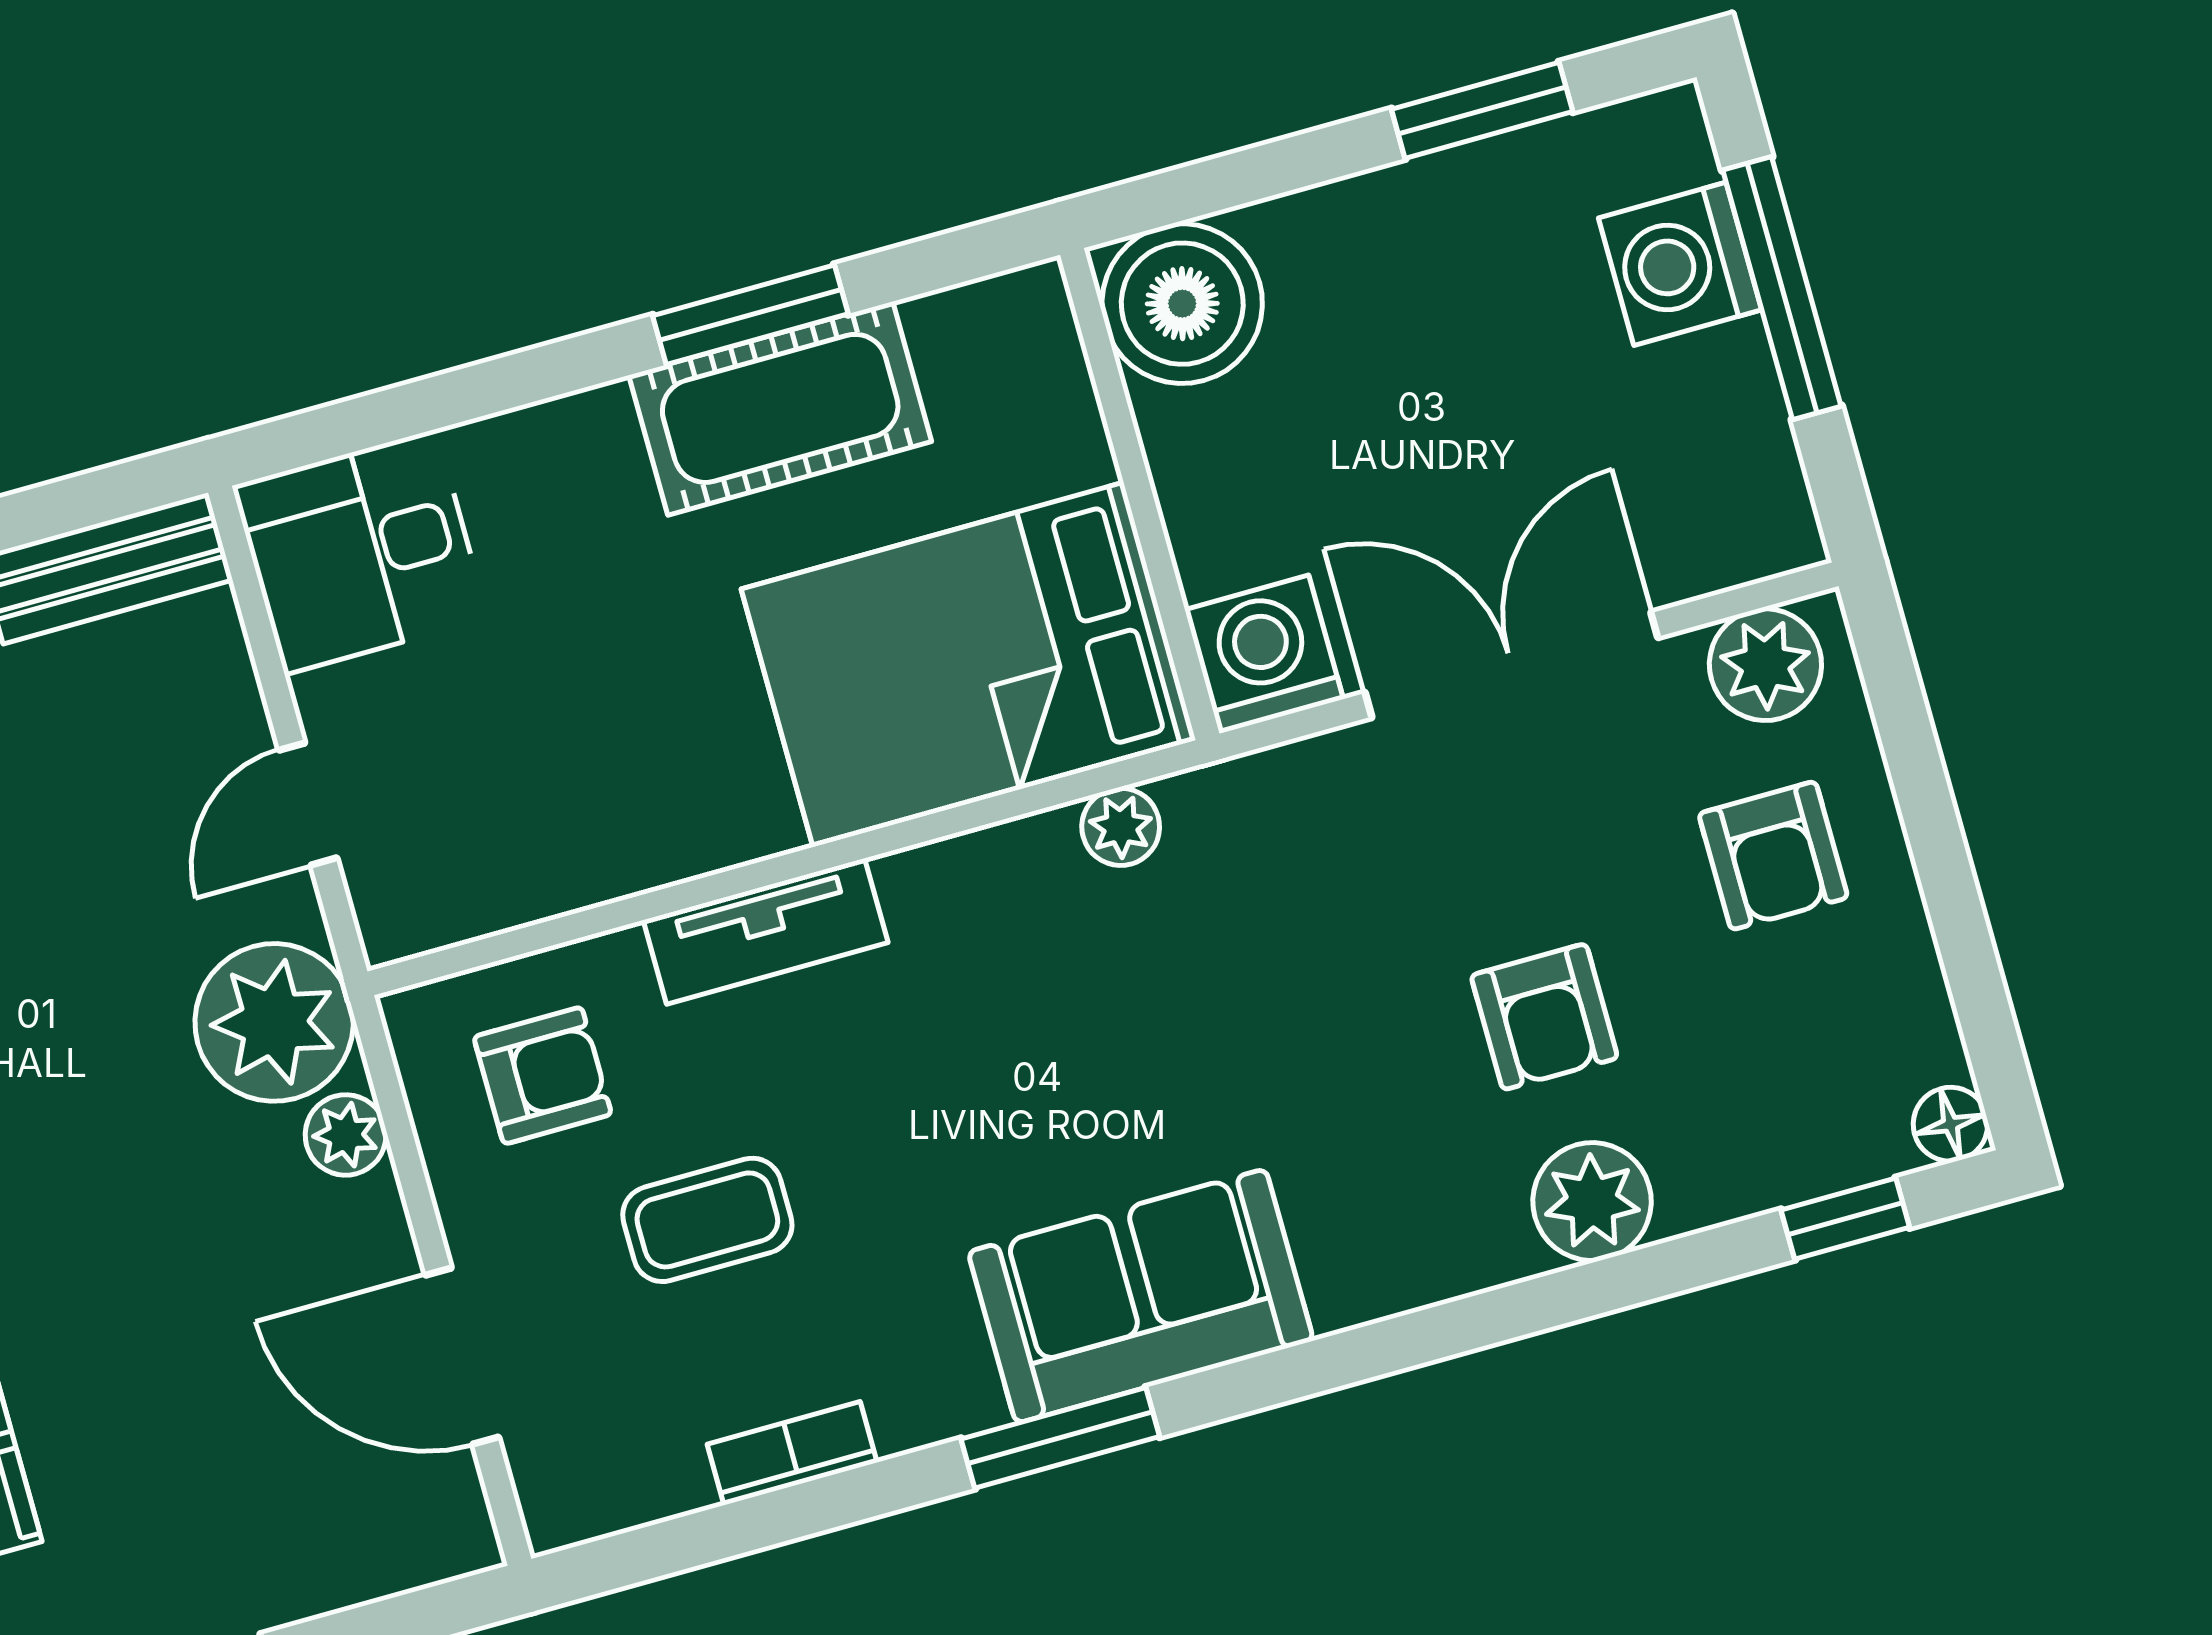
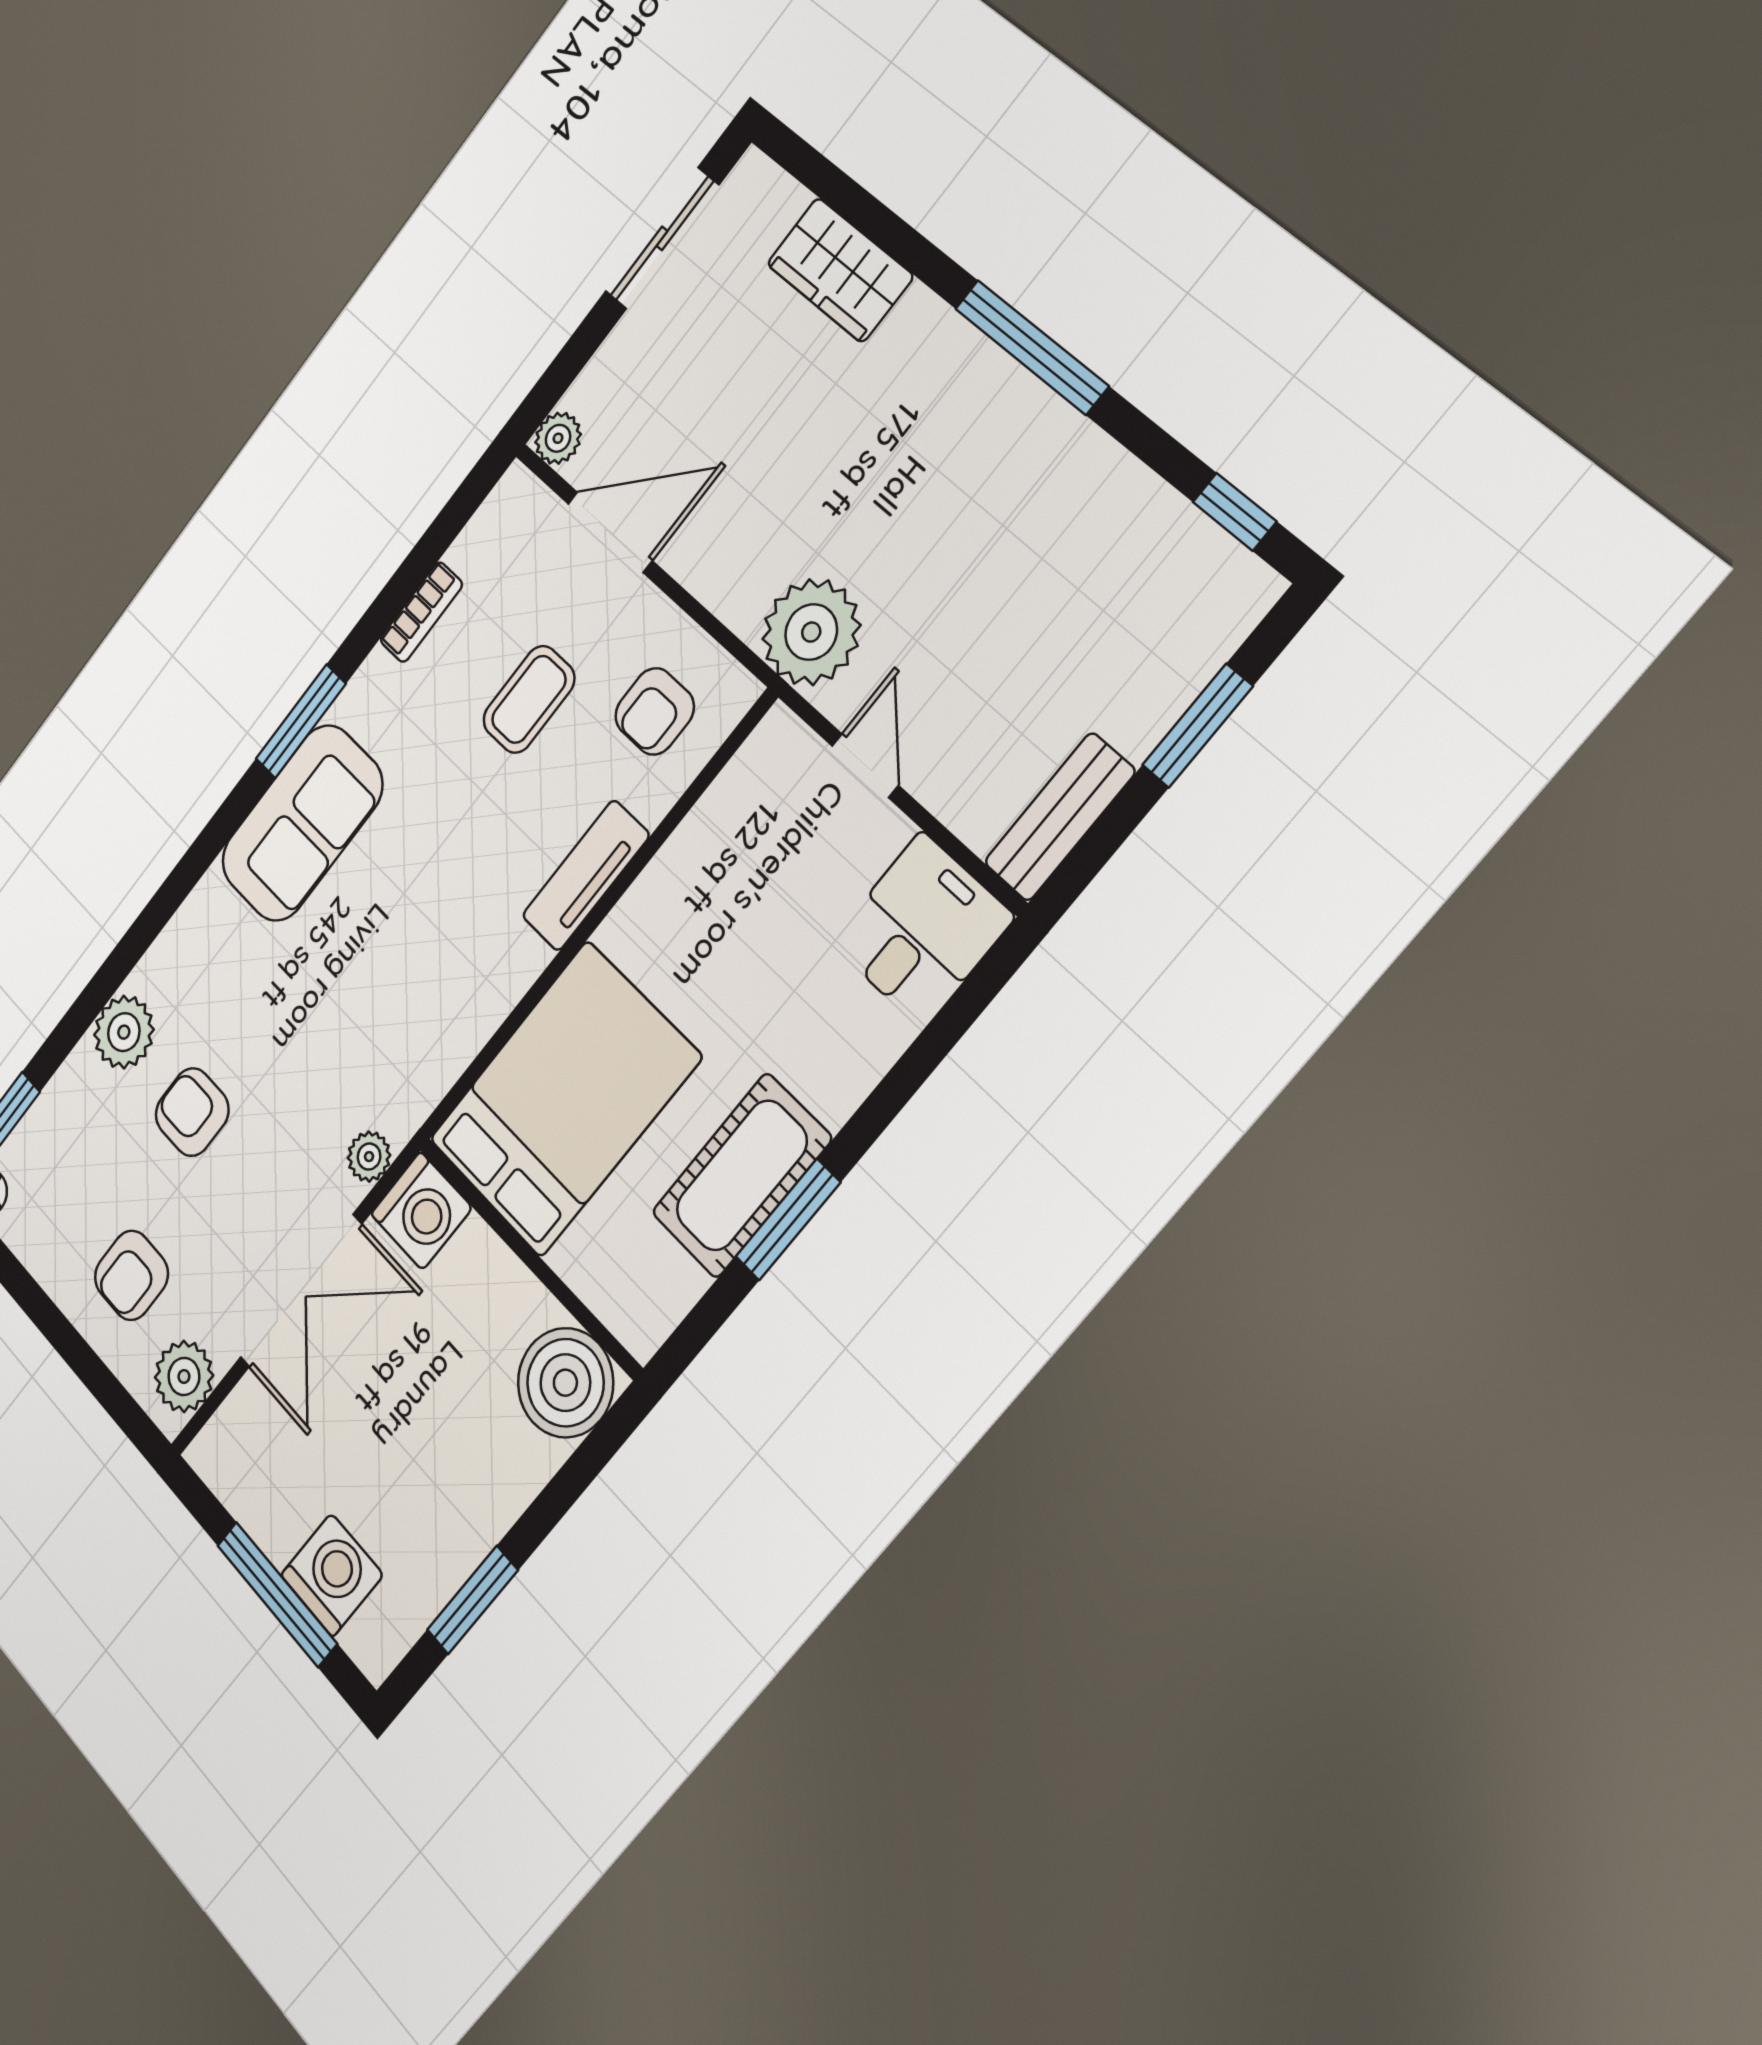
plant: (1121, 827) -> (369, 1157), moved
armchair: (1773, 856) -> (131, 1275), turned -90
plant: (346, 1135) -> (558, 438), moved

